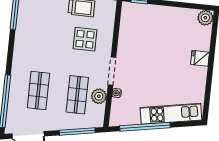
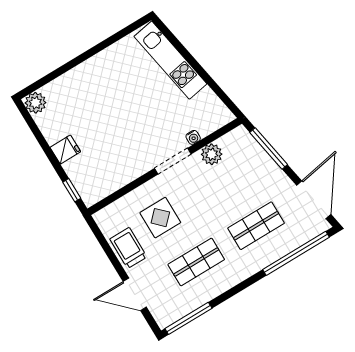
fridge: (200, 58) -> (65, 150), moved, turned -90
shop shelf: (77, 95) -> (196, 262), moved
window: (145, 127) -> (207, 78), removed

